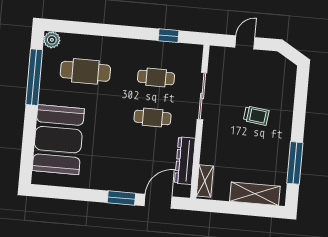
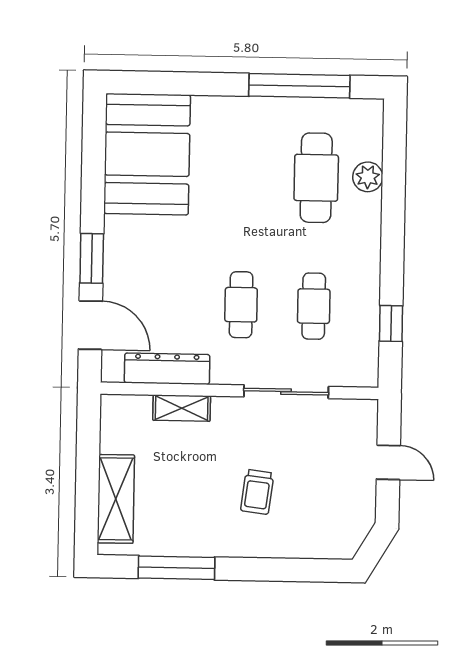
plant: (52, 40) -> (368, 177), moved
booth: (58, 140) -> (147, 154), moved, turned 90
shelving: (205, 181) -> (182, 408), moved

